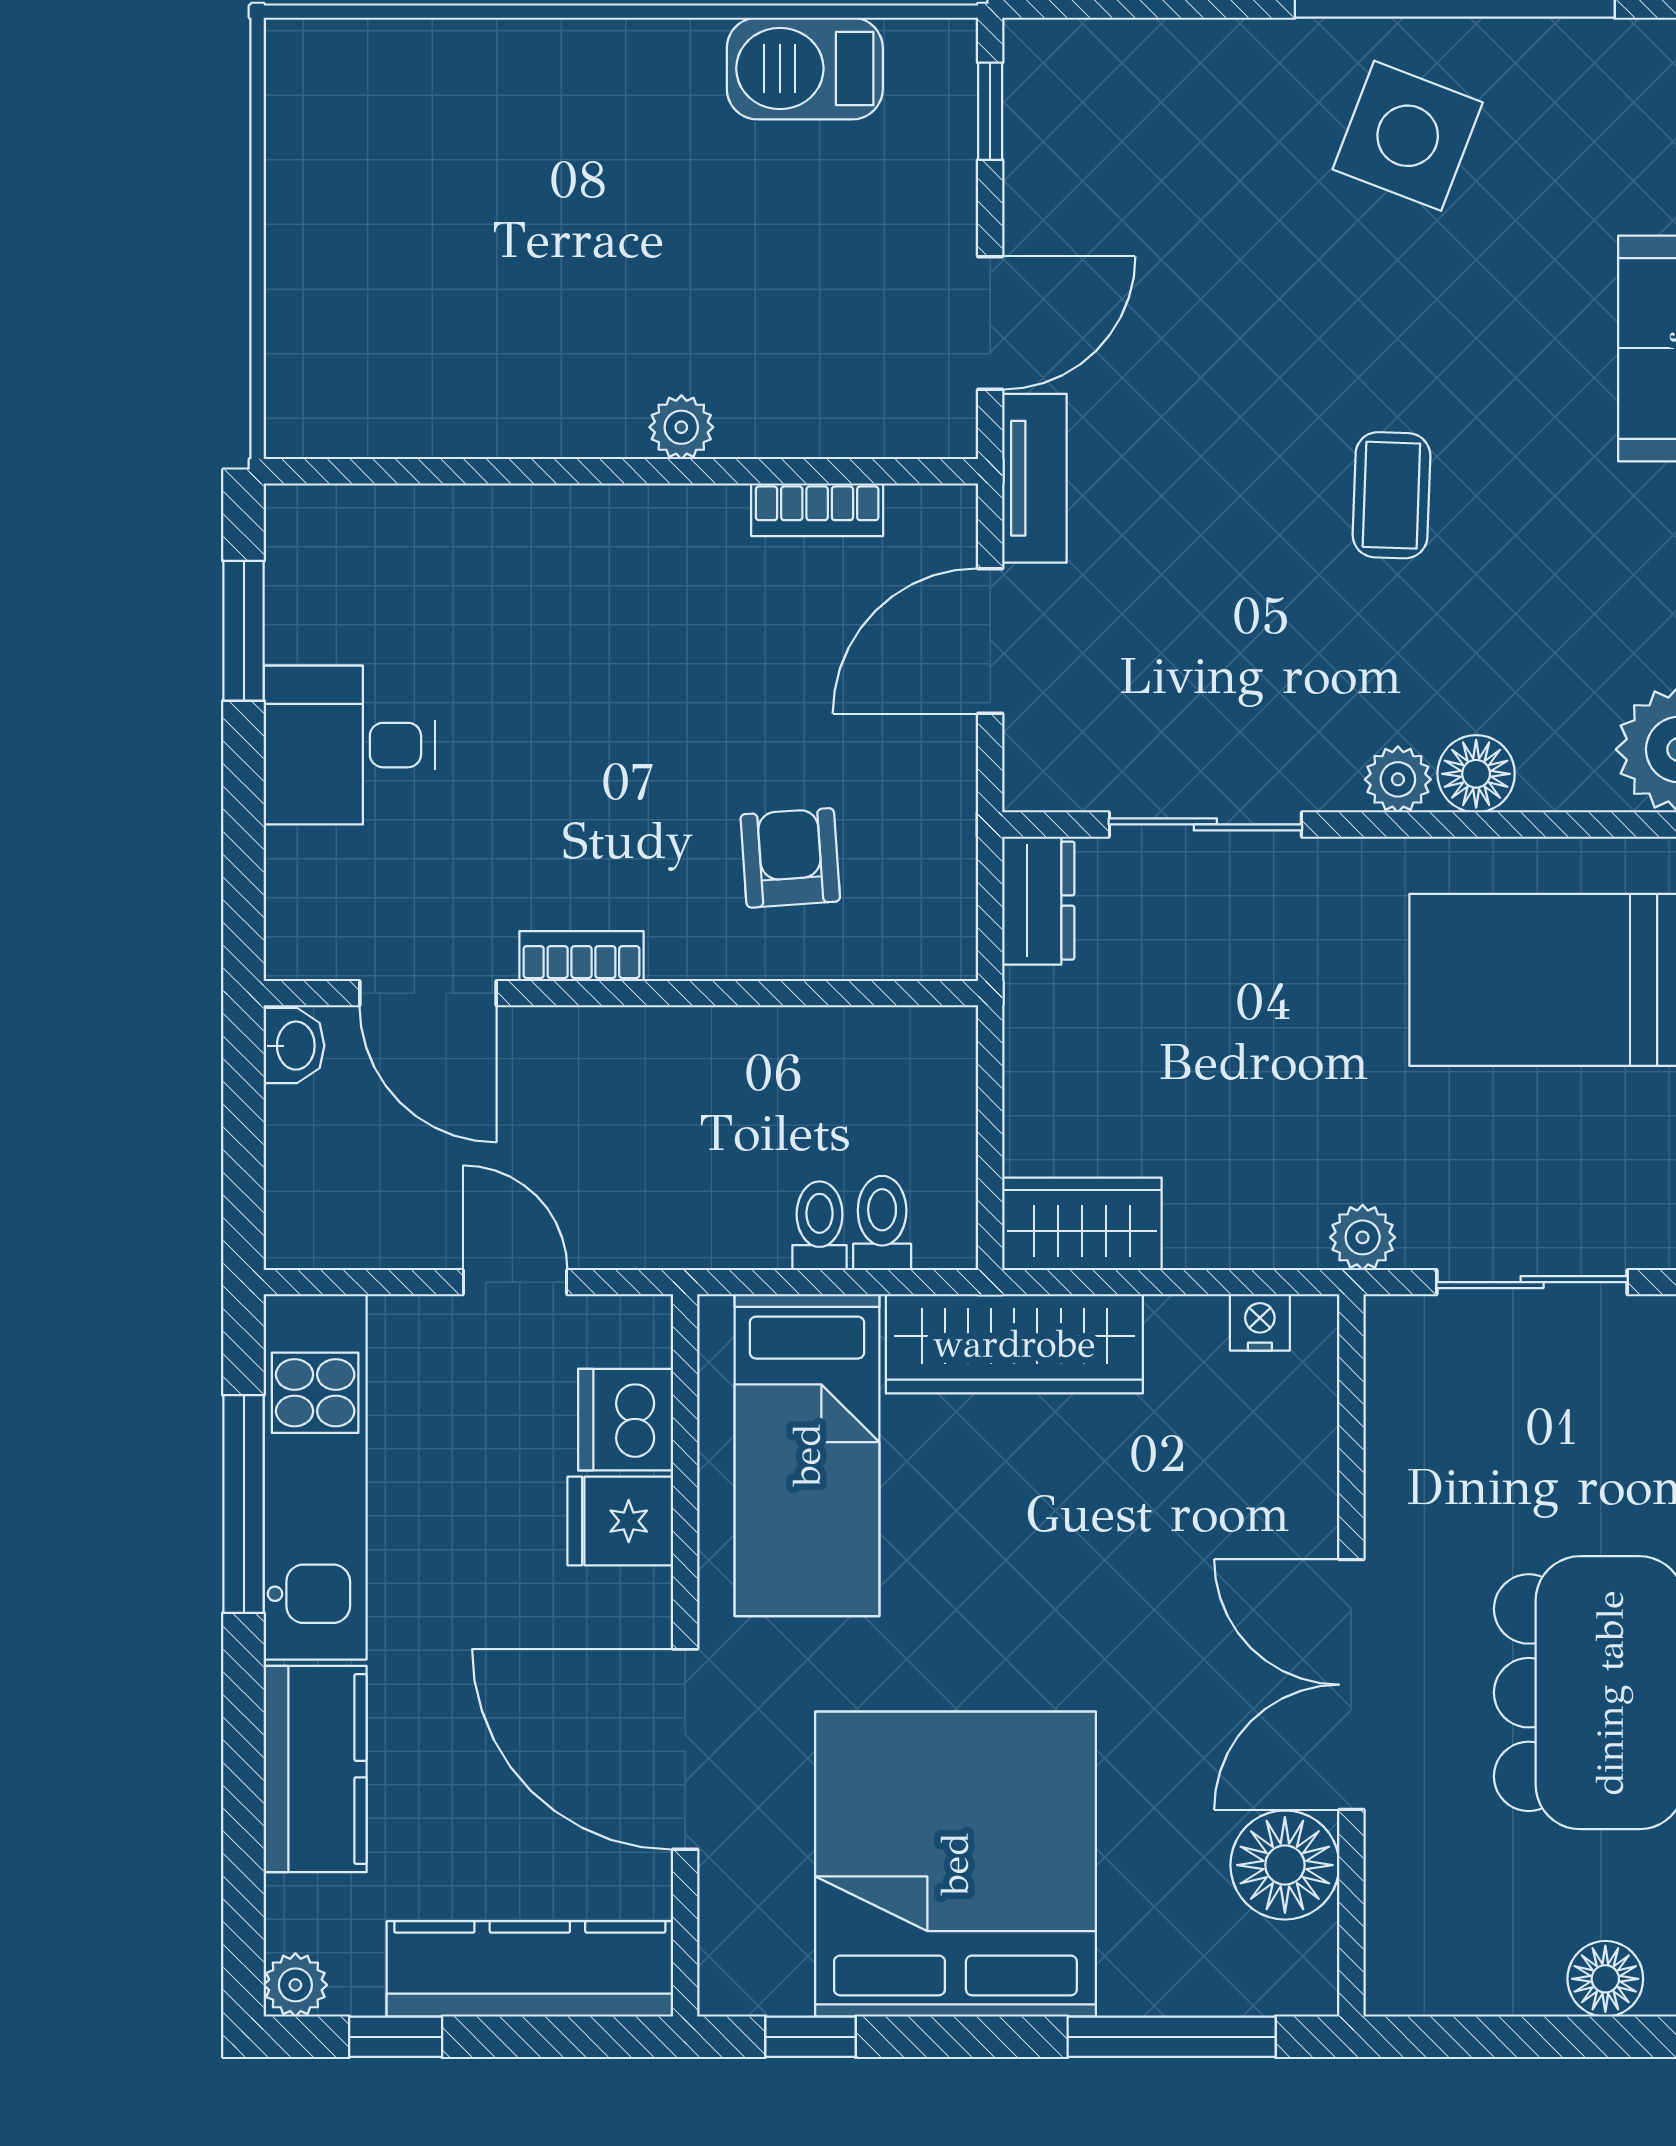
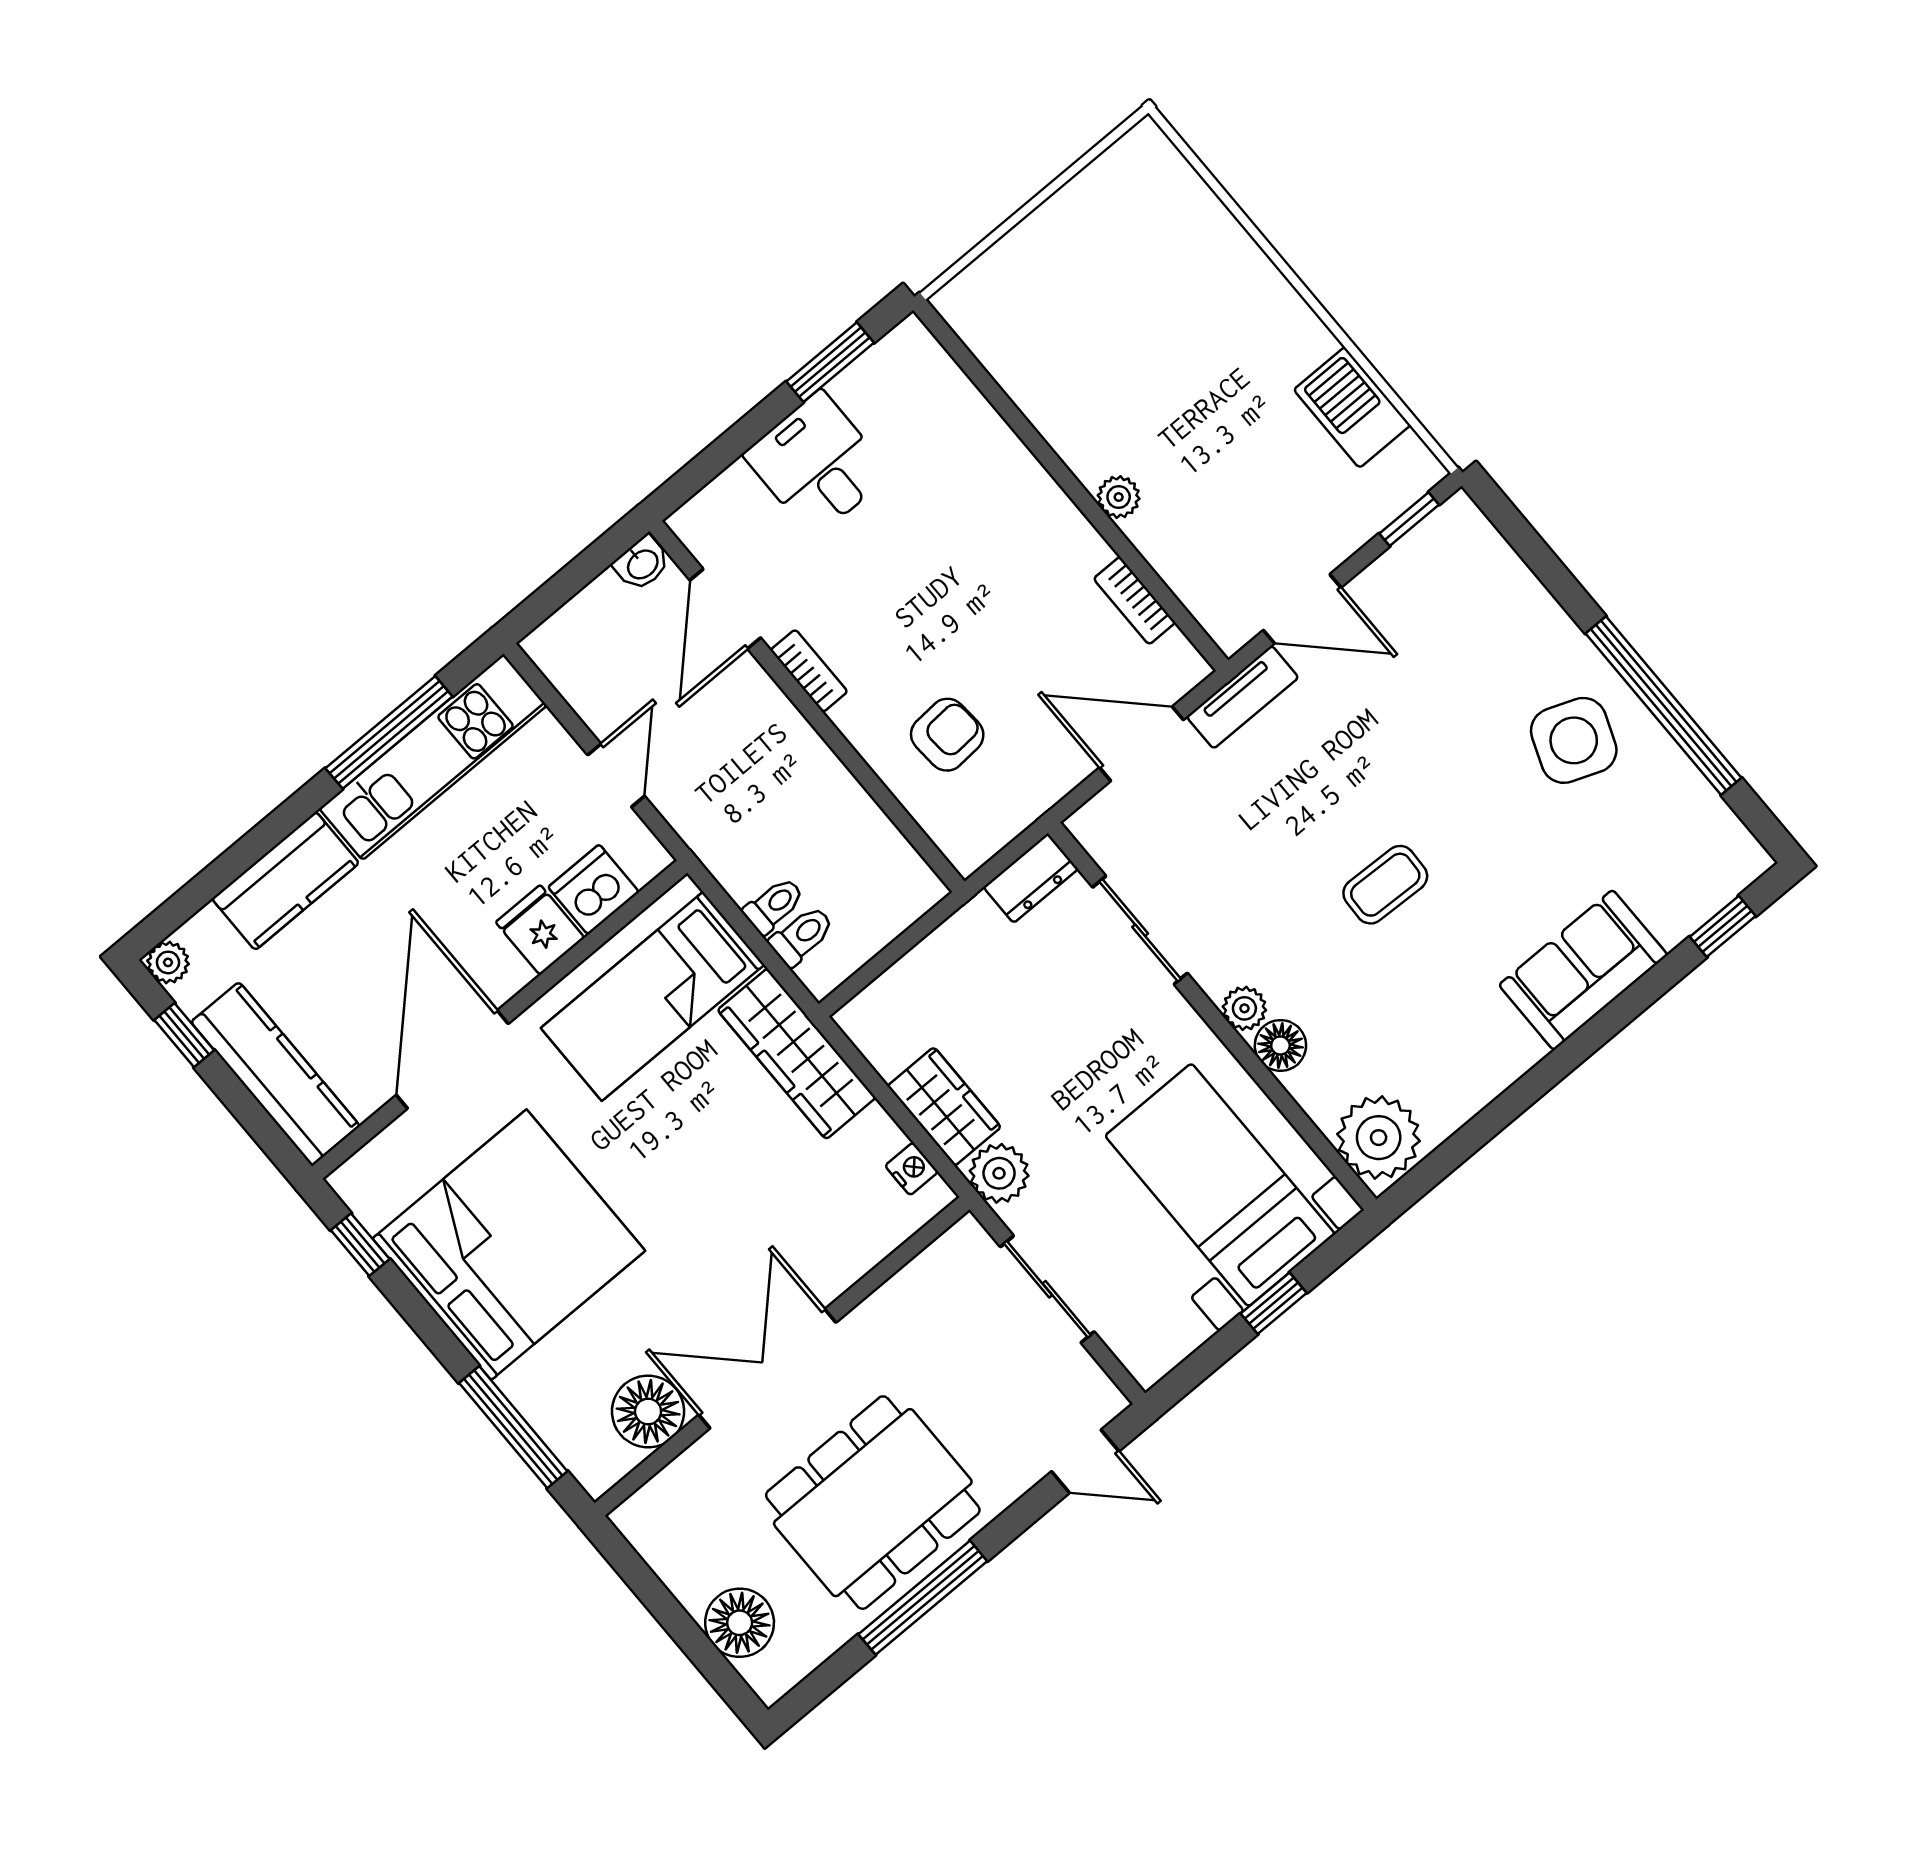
wardrobe: (1082, 1224) -> (944, 1107), moved
plant: (1363, 1237) -> (999, 1173), width x1.38, depth x1.38
floor lamp: (1605, 1979) -> (740, 1623), width x1.38, depth x1.38

